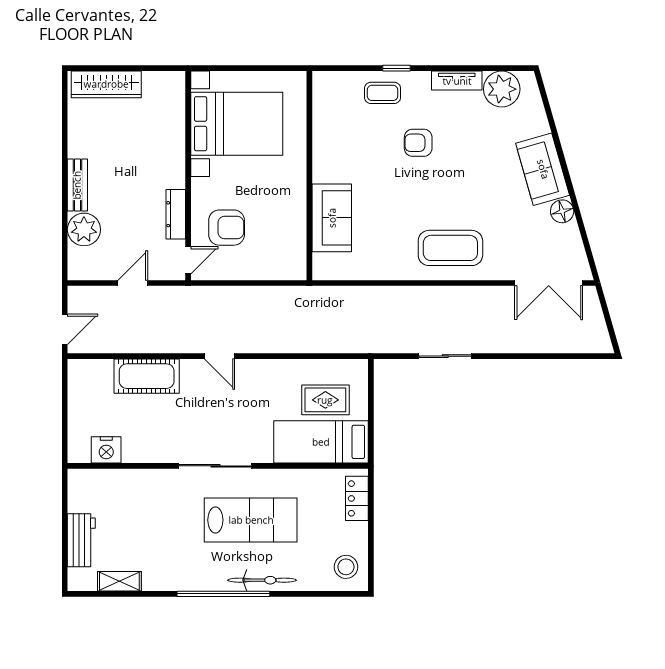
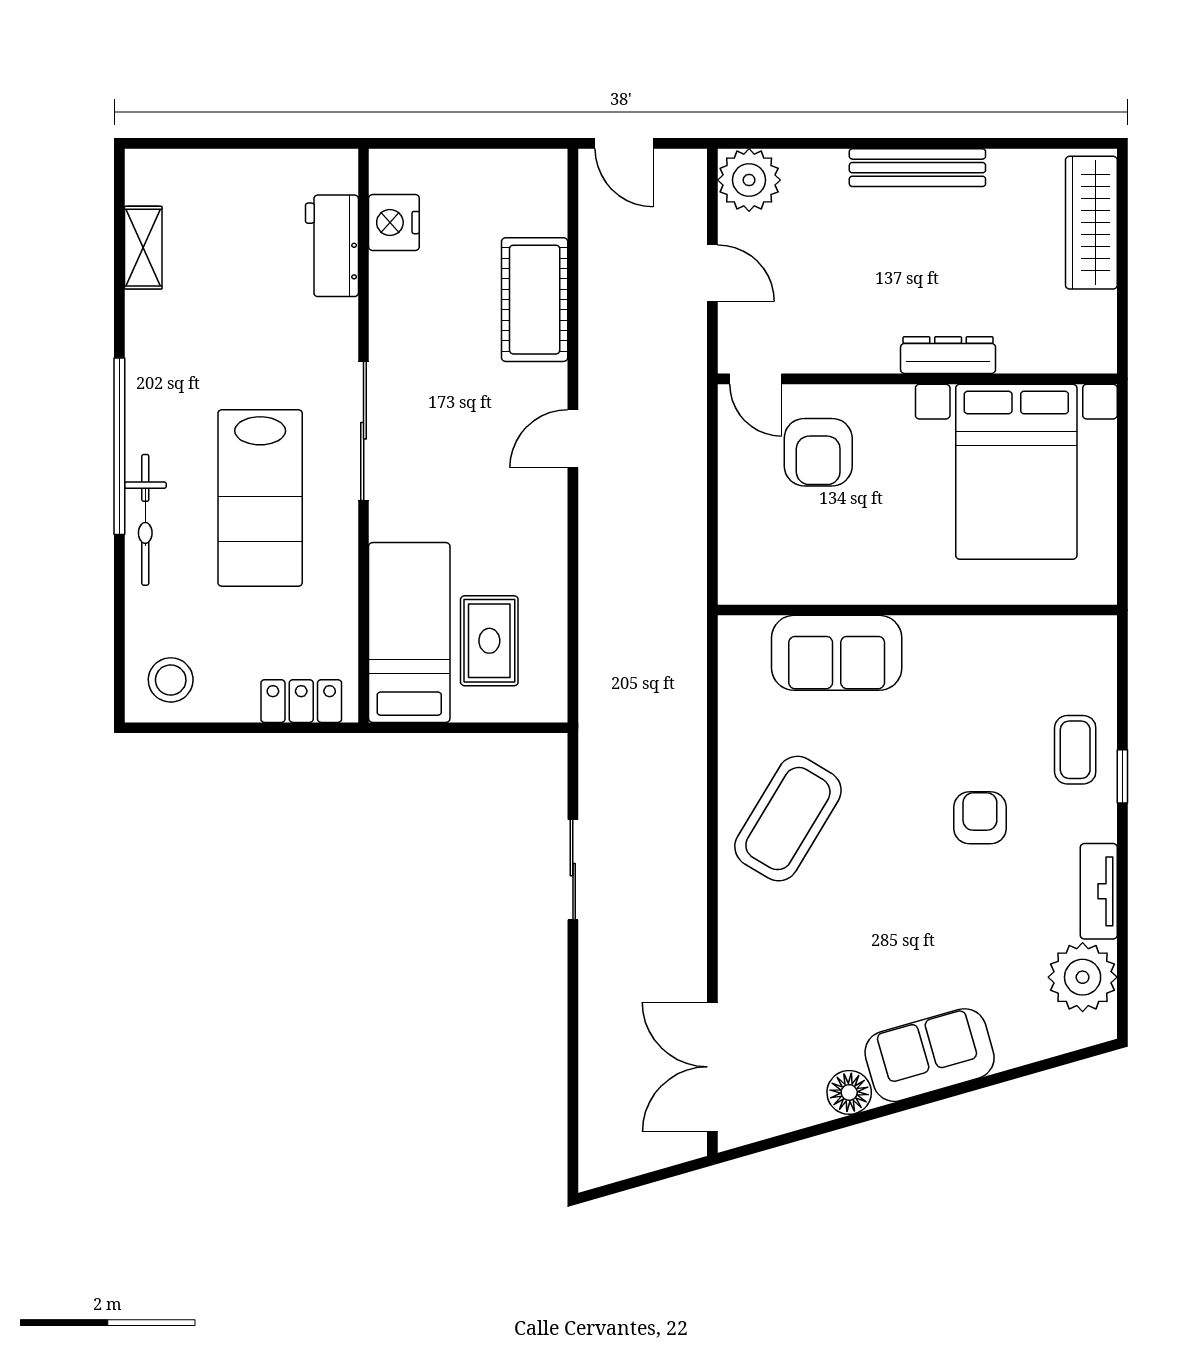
bench: (77, 185) -> (917, 168), width x1.36
dresser: (176, 214) -> (948, 355), moved
plant: (84, 229) -> (749, 180), moved
coffee table: (450, 248) -> (788, 819), moved, turned 31
workbench: (81, 540) -> (332, 246), moved, turned 90

